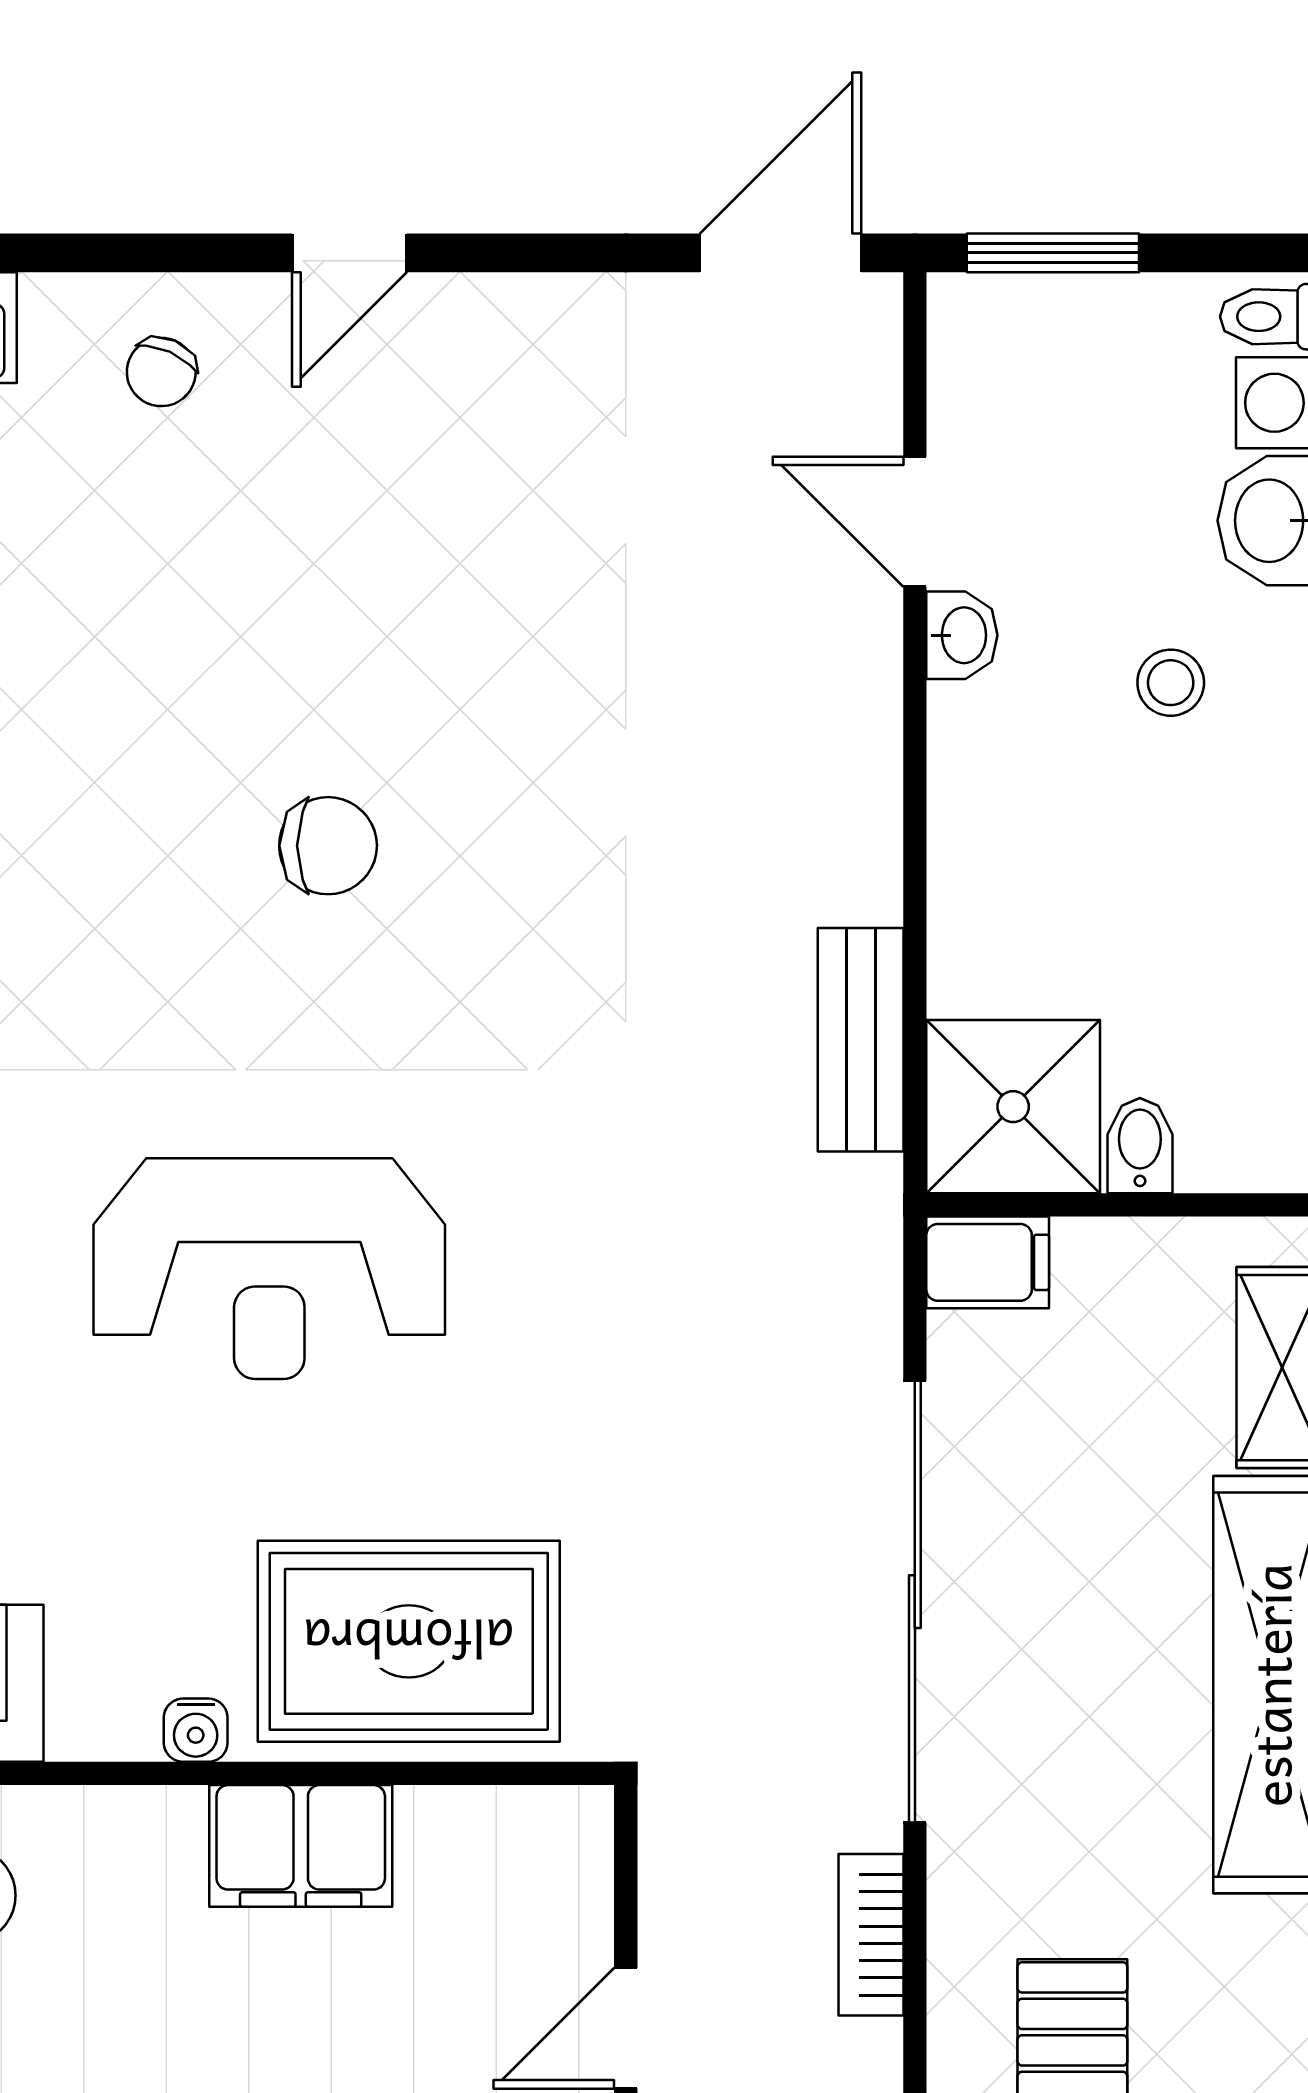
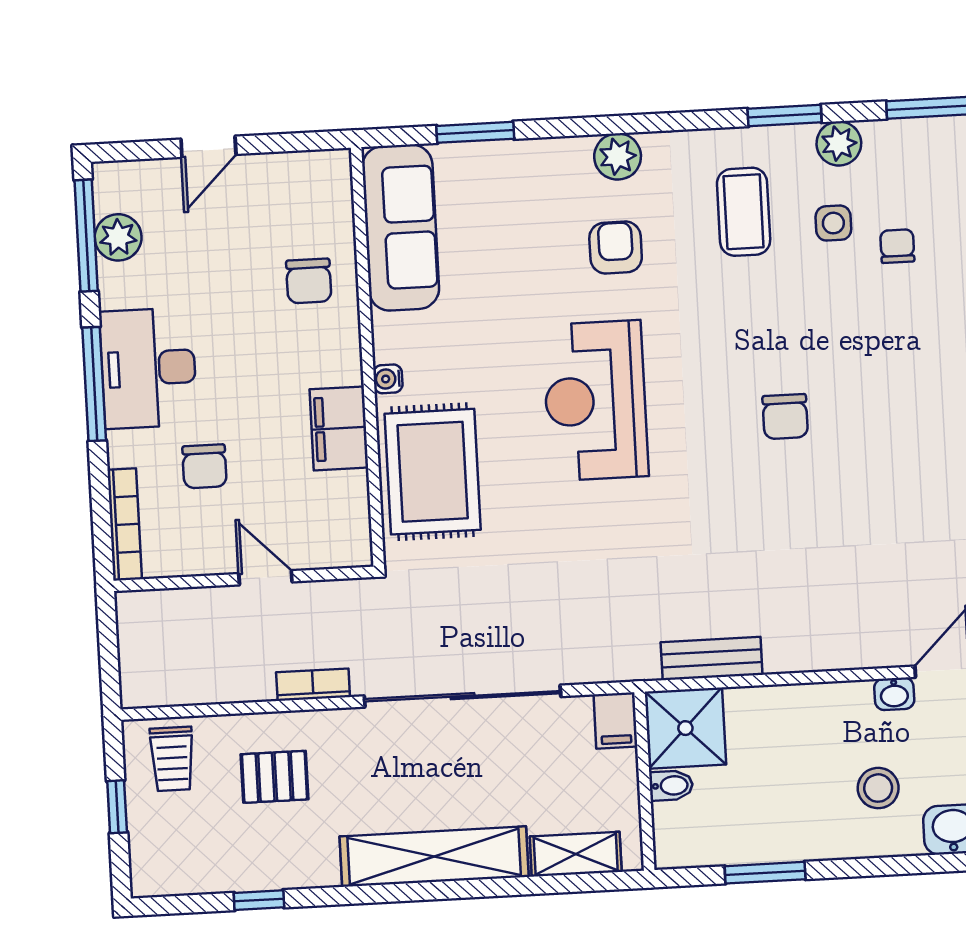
stool: (1171, 683) -> (878, 788), width x1.37, depth x1.37

